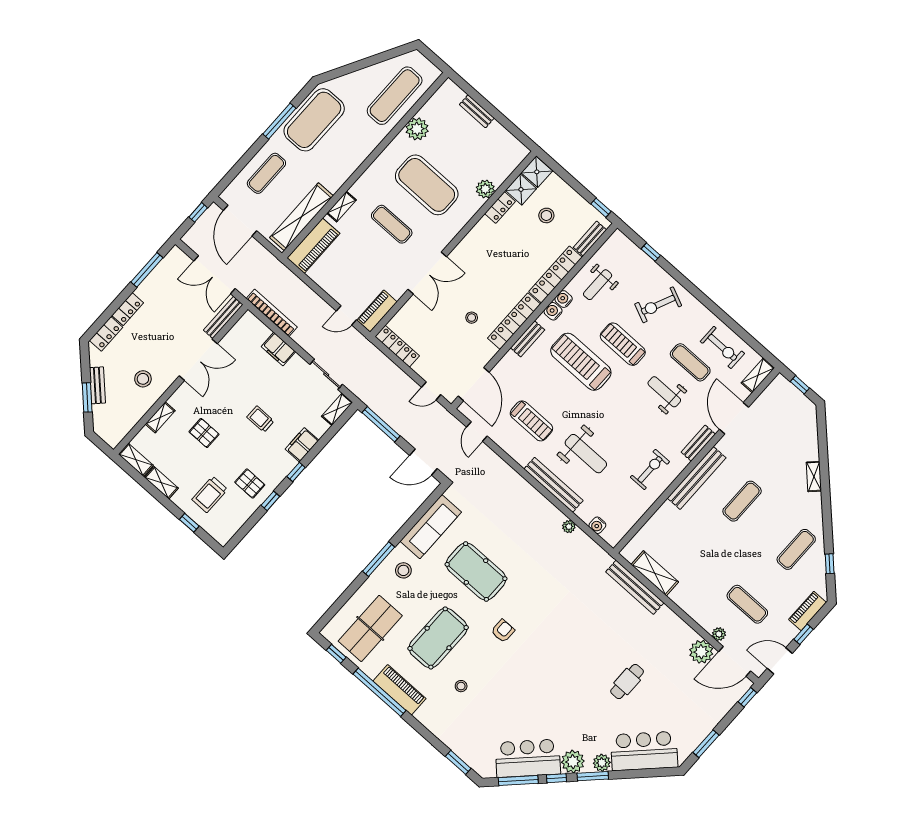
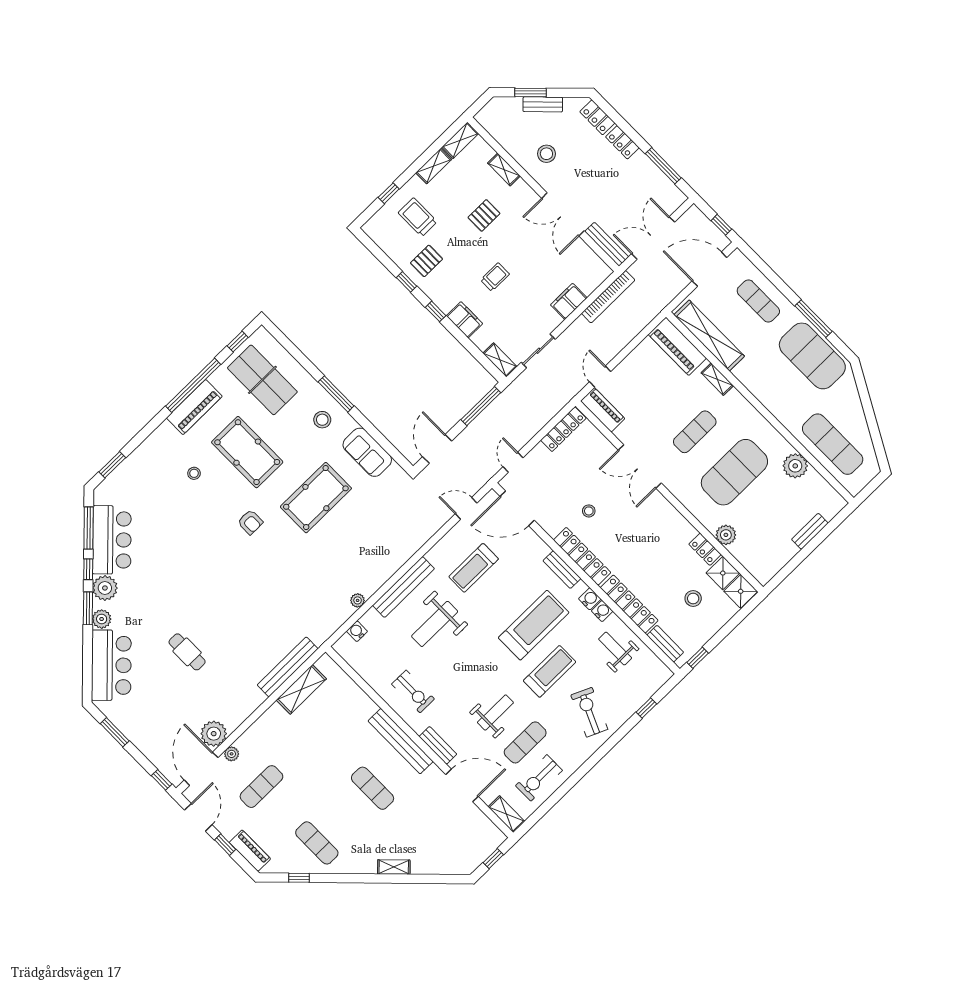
sofa: (431, 527) -> (367, 452), width x0.73

